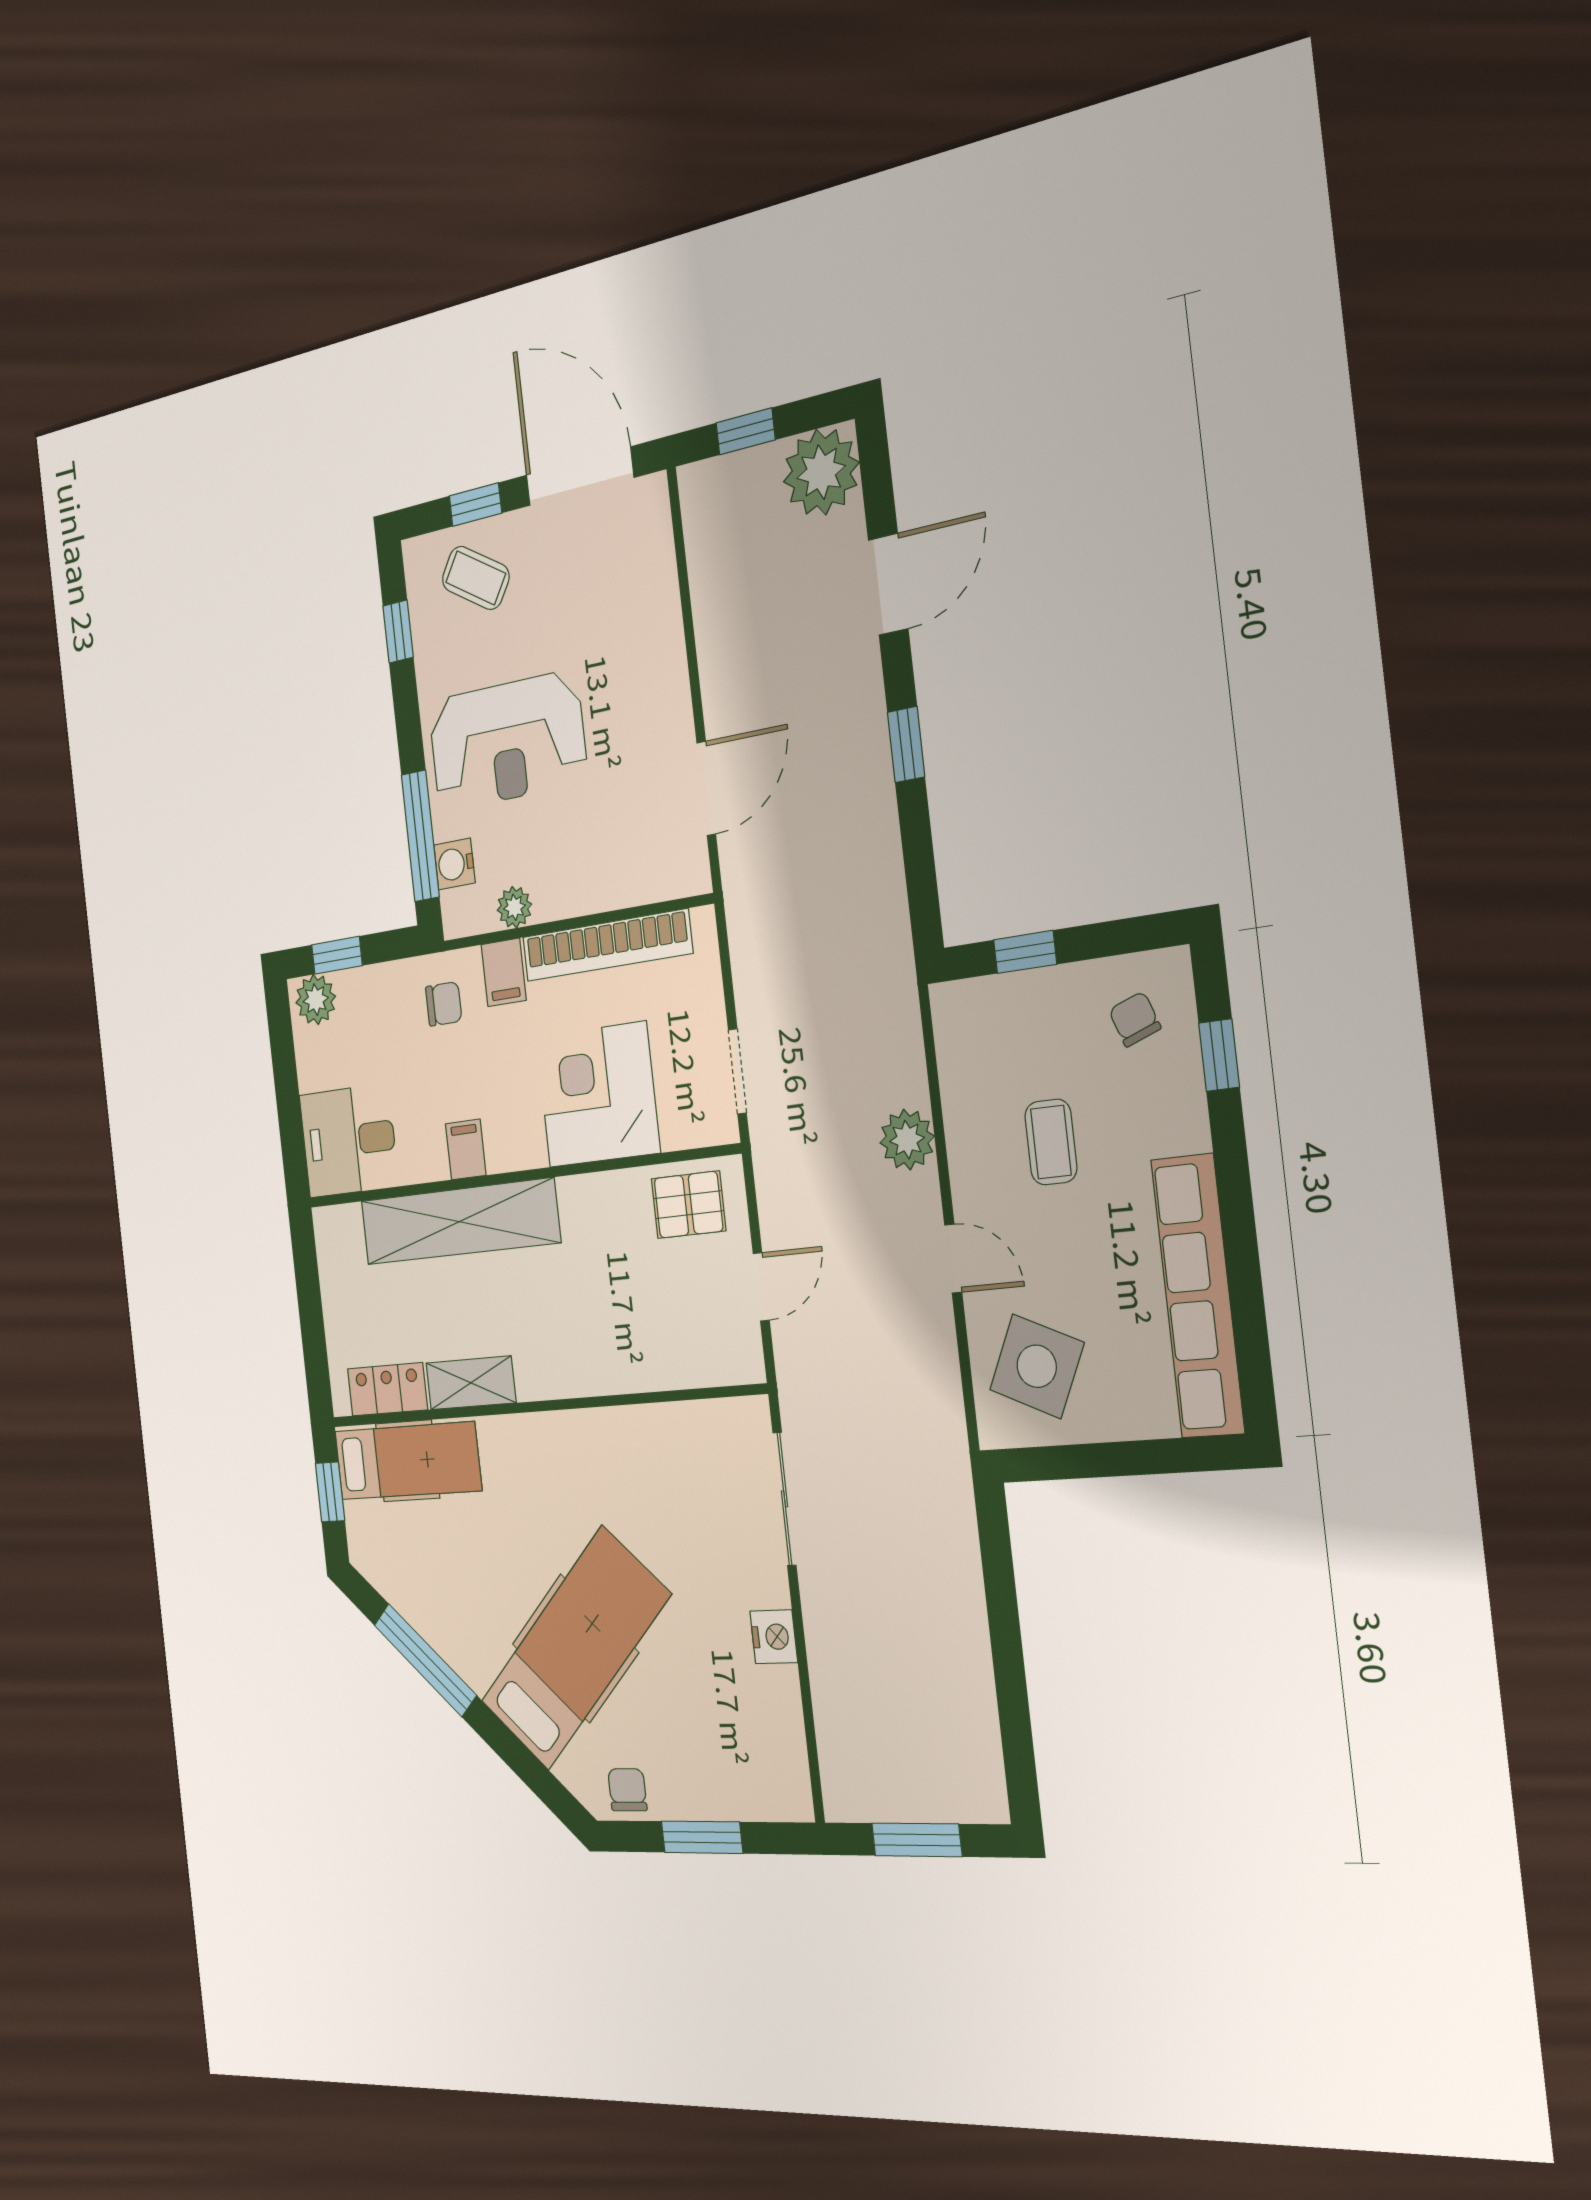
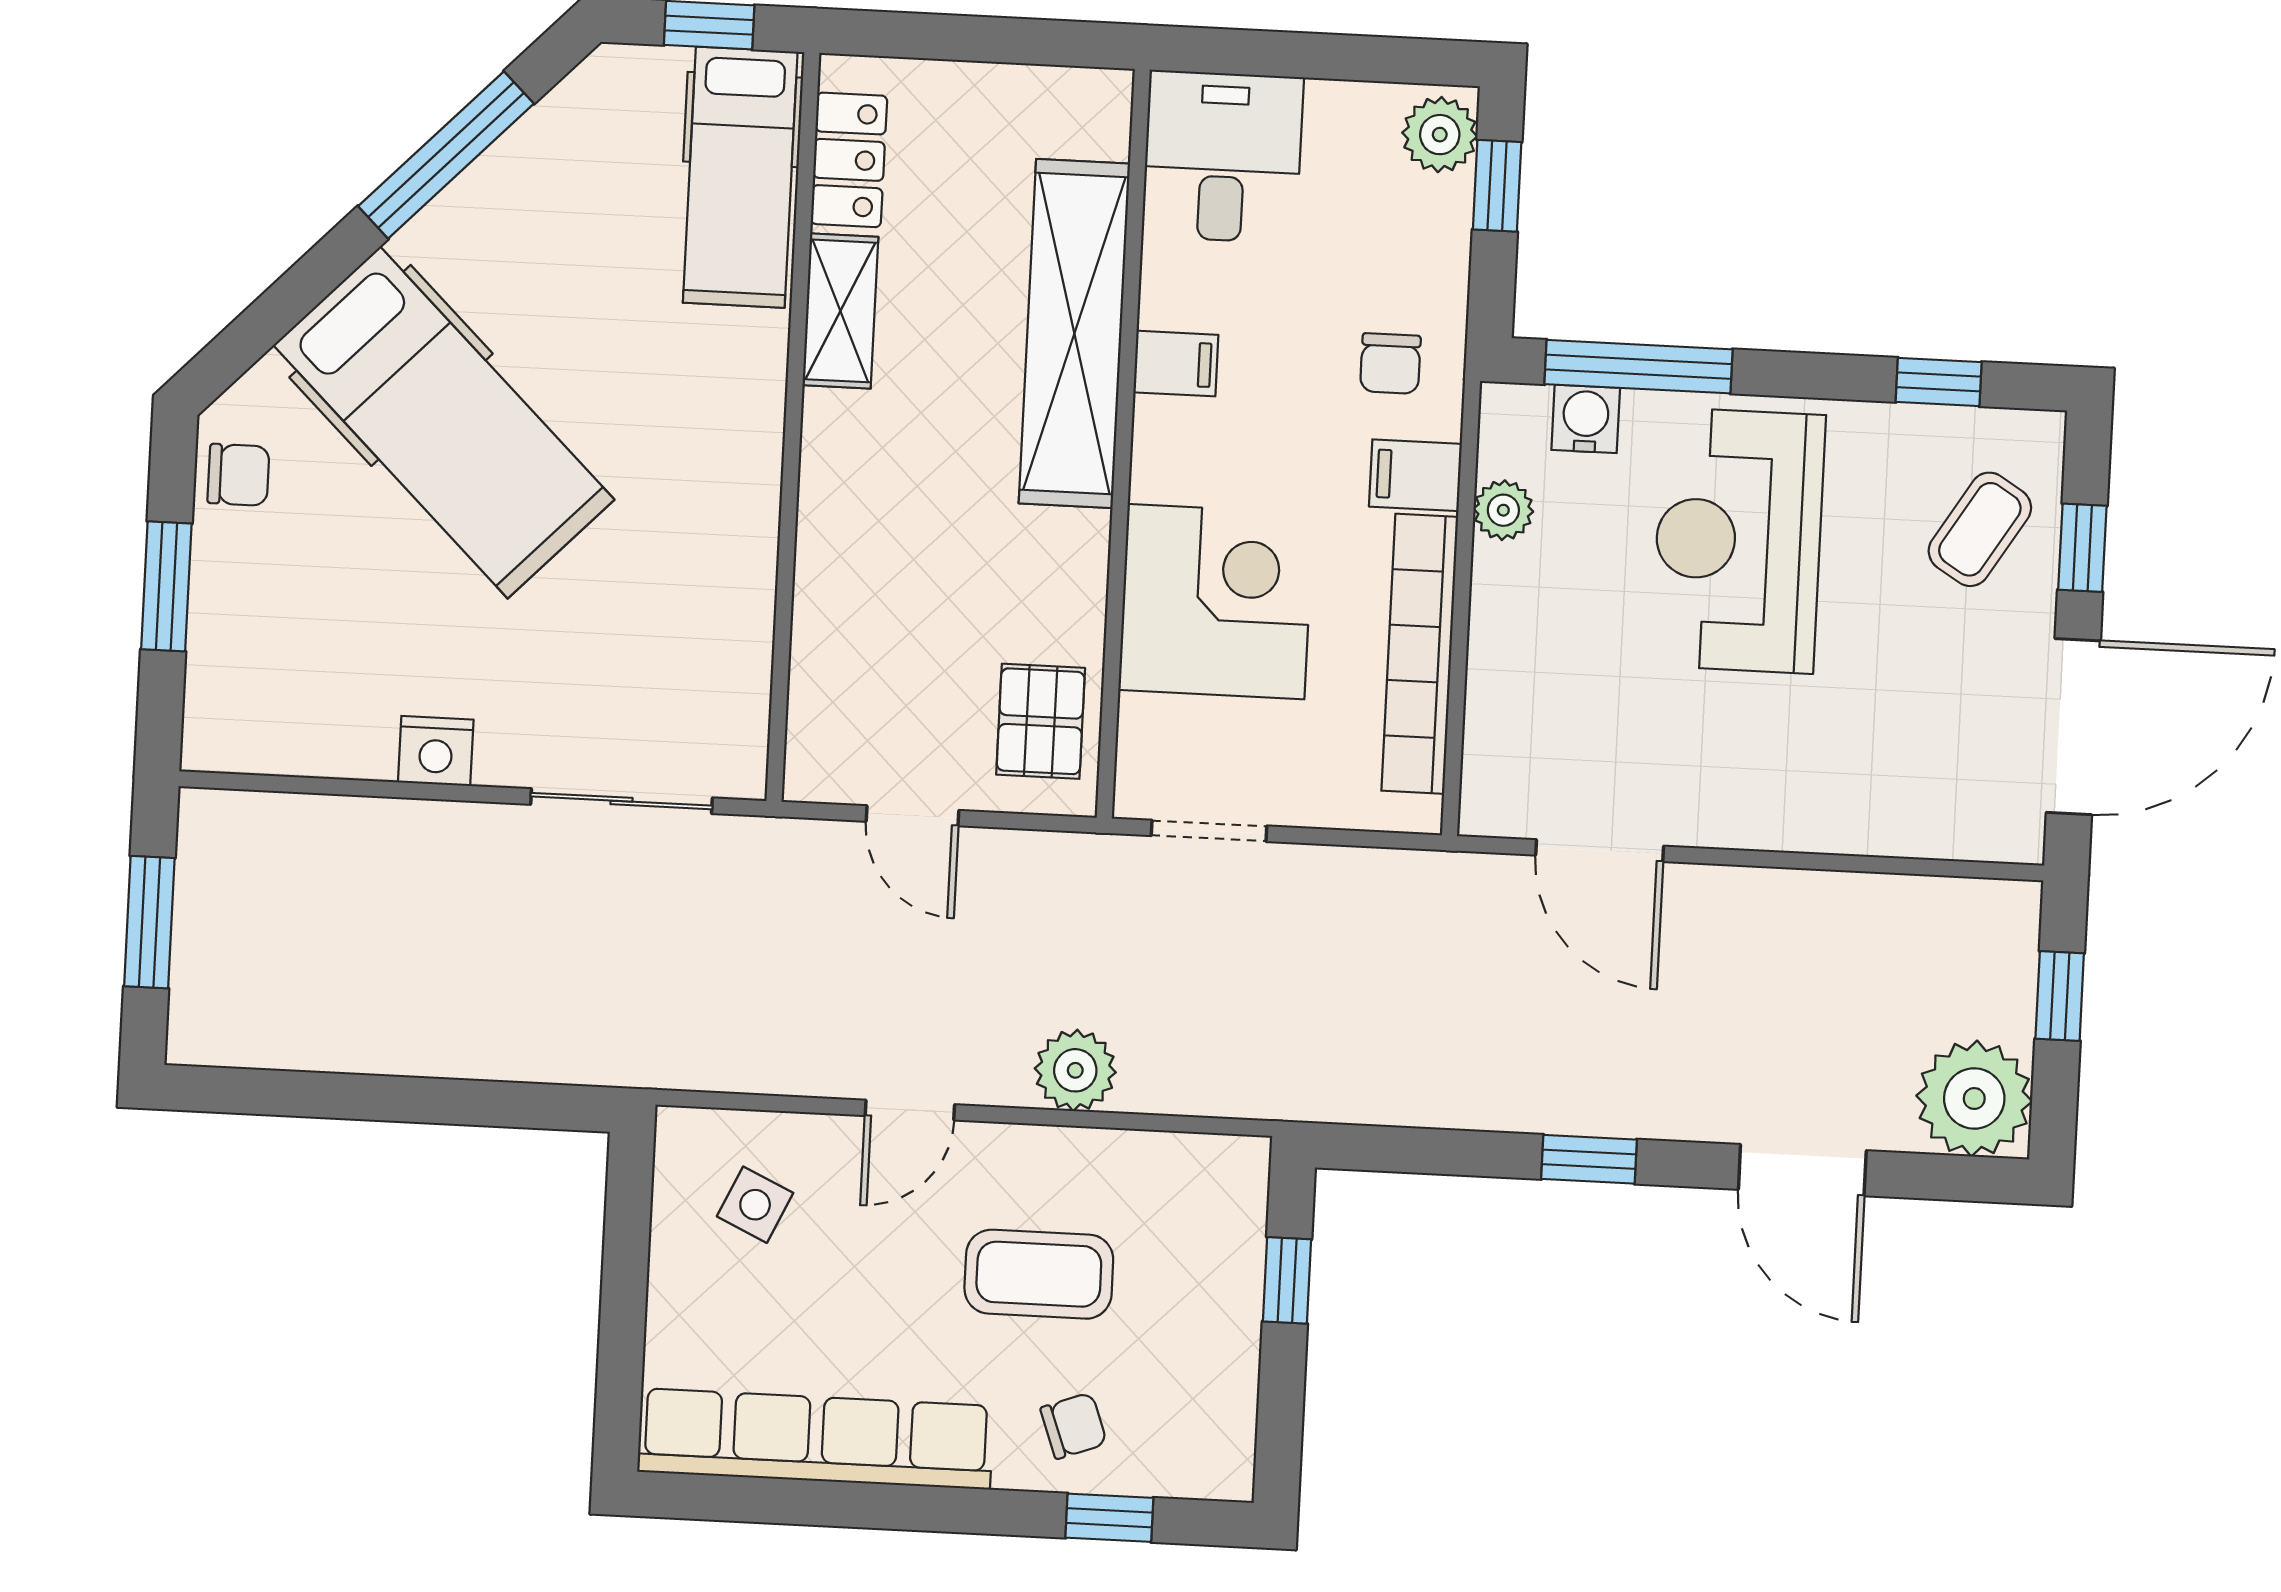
chair: (1135, 1019) -> (1074, 1426), moved
coffee table: (1051, 1142) -> (1039, 1274), width x1.36, depth x1.30
side table: (1037, 1366) -> (755, 1205), width x0.54, depth x0.54

